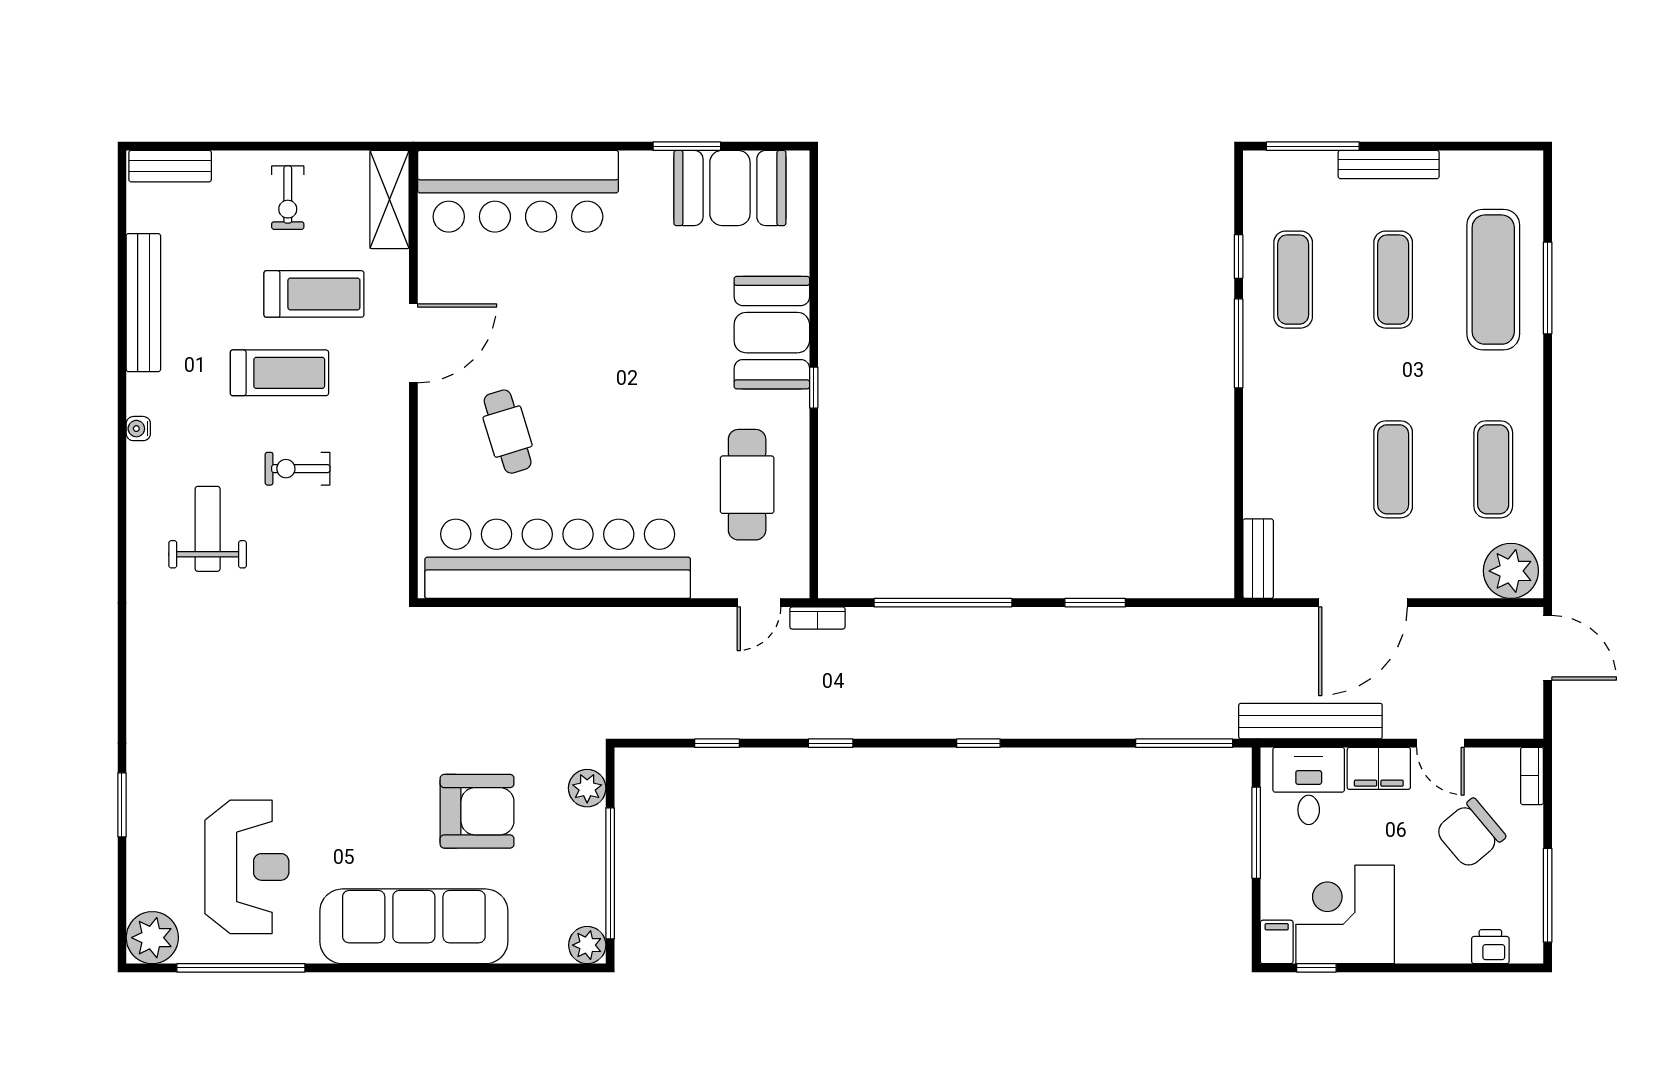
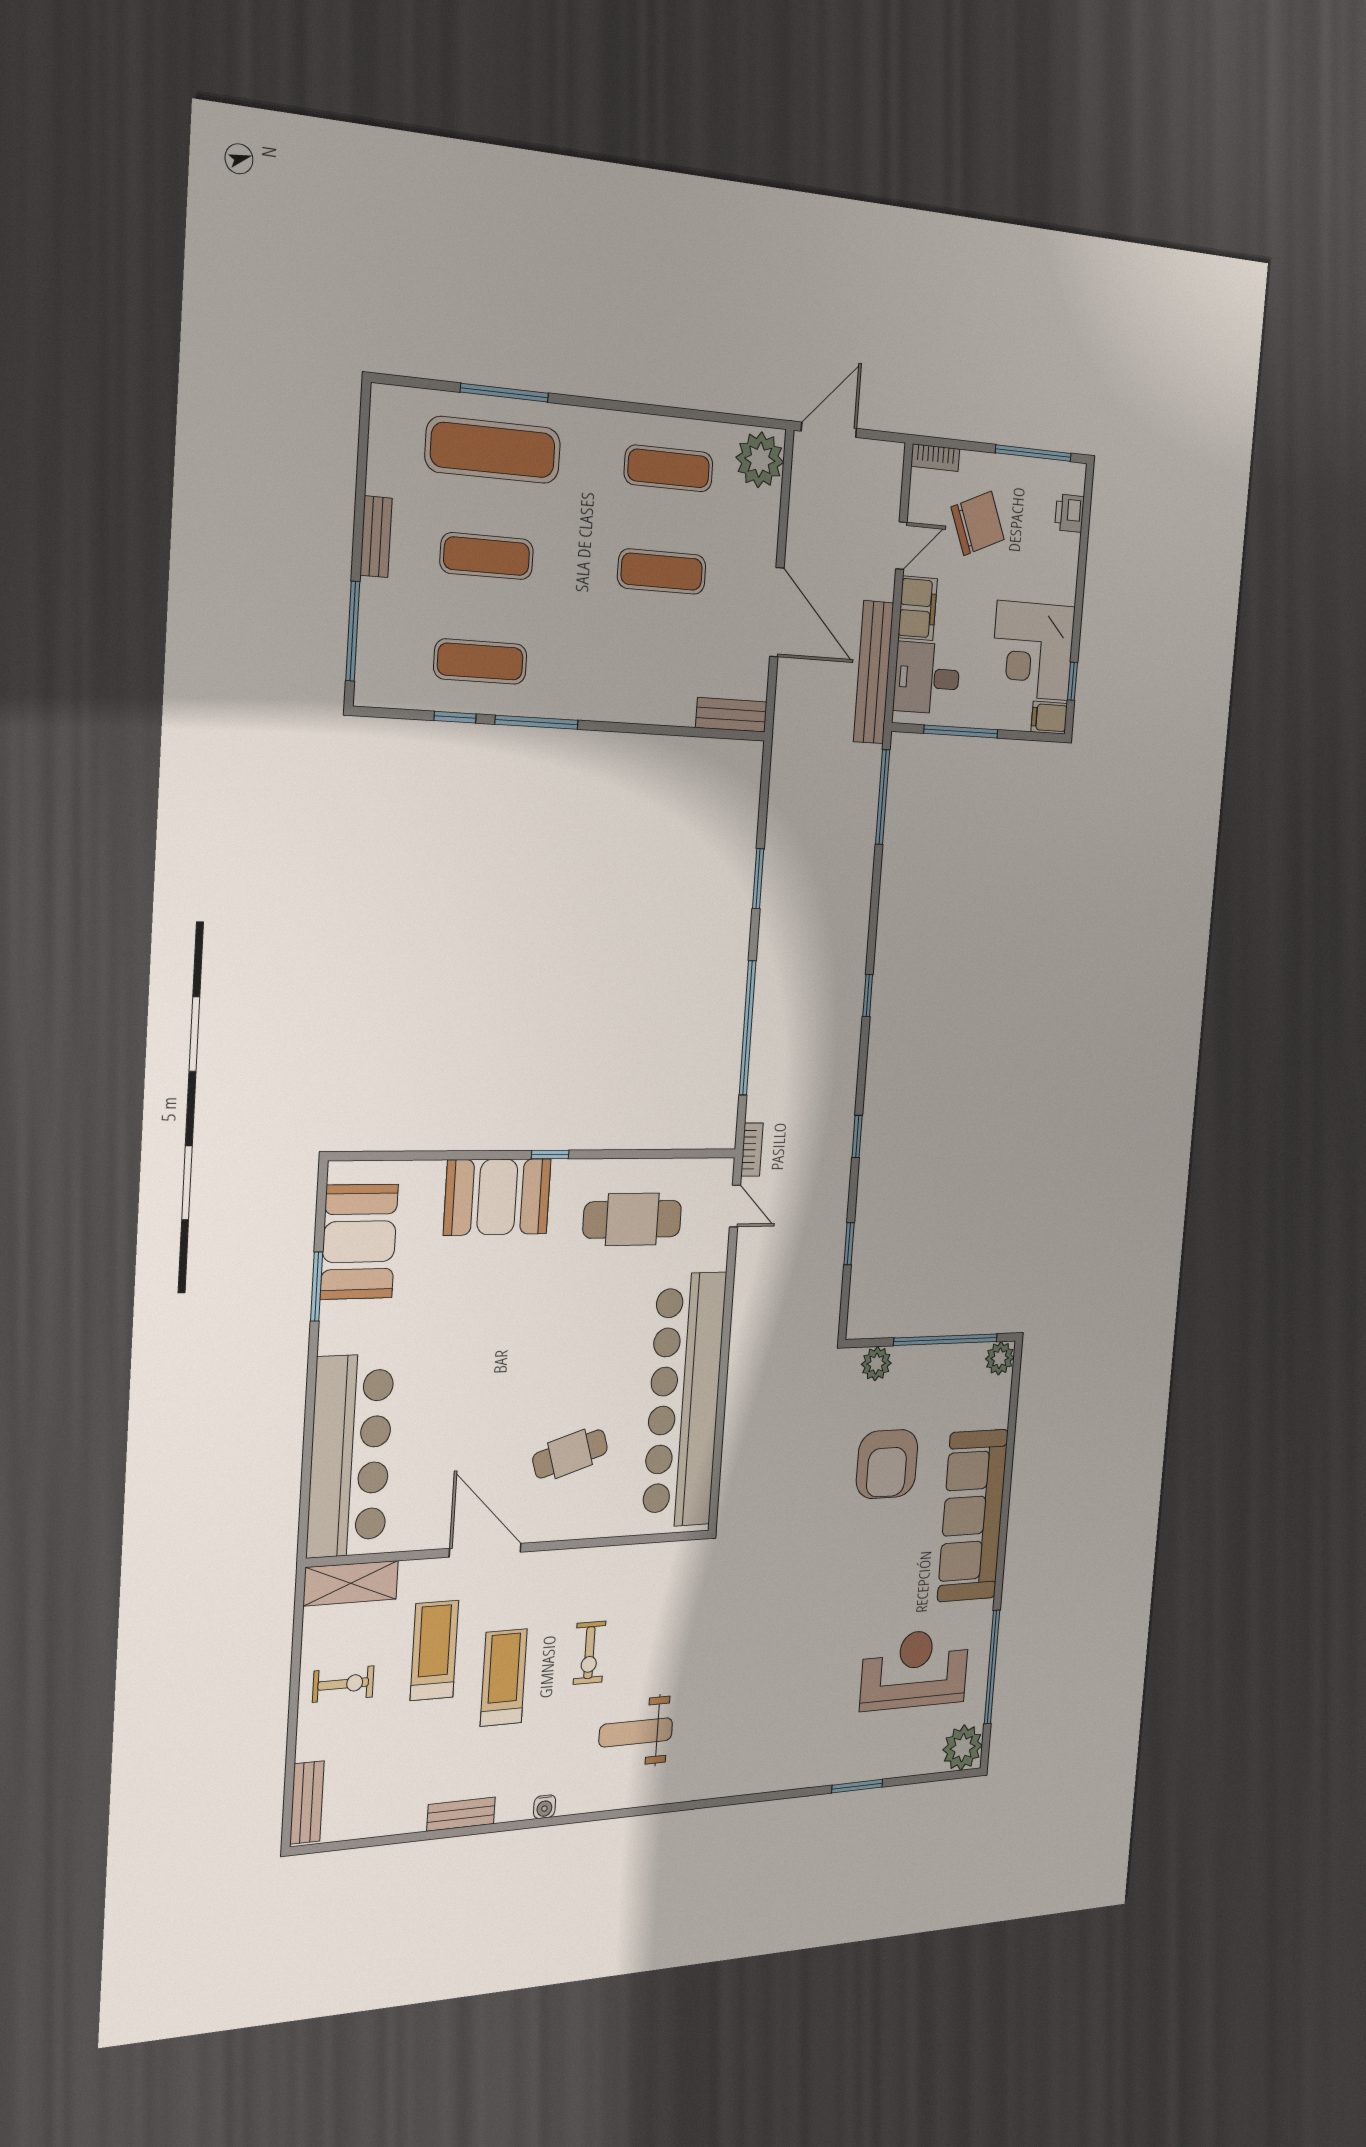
bench: (1389, 165) -> (376, 537), width x0.73
bench: (143, 303) -> (461, 1814), width x0.54, depth x0.82
armchair: (477, 811) -> (887, 1464), turned 180
chair: (1470, 833) -> (978, 523), turned -73

